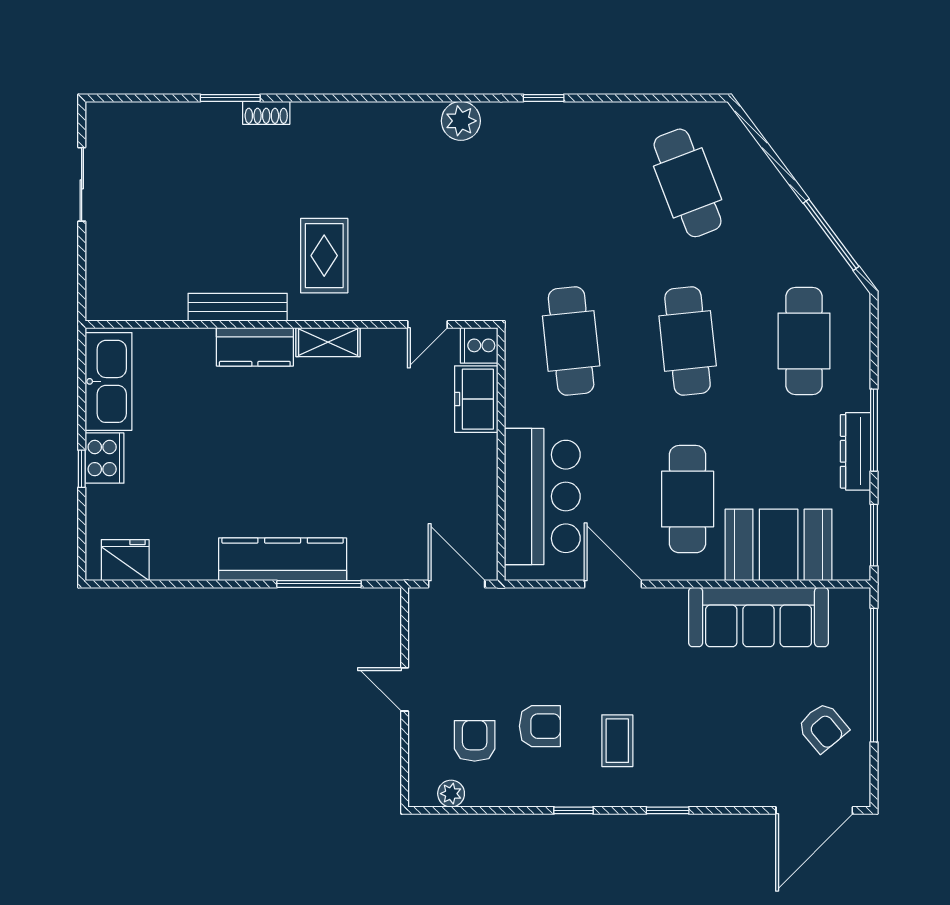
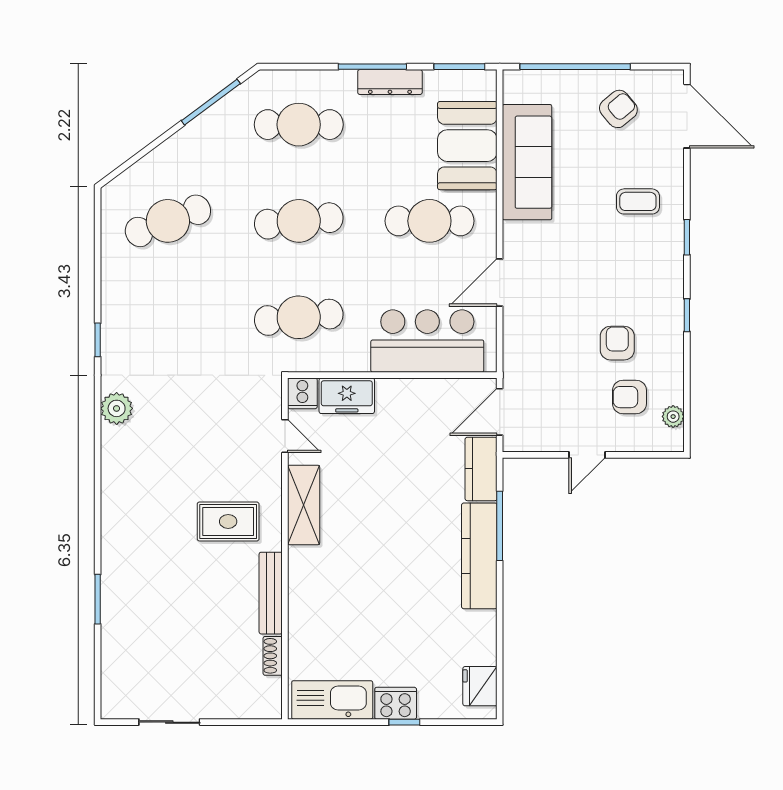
shoe rack: (266, 113) -> (273, 656), moved, turned 180
shelving: (328, 342) -> (304, 505), width x1.50, depth x1.33
kitchen counter: (255, 347) -> (481, 469), moved, turned 180
coffee table: (617, 741) -> (638, 201), moved

